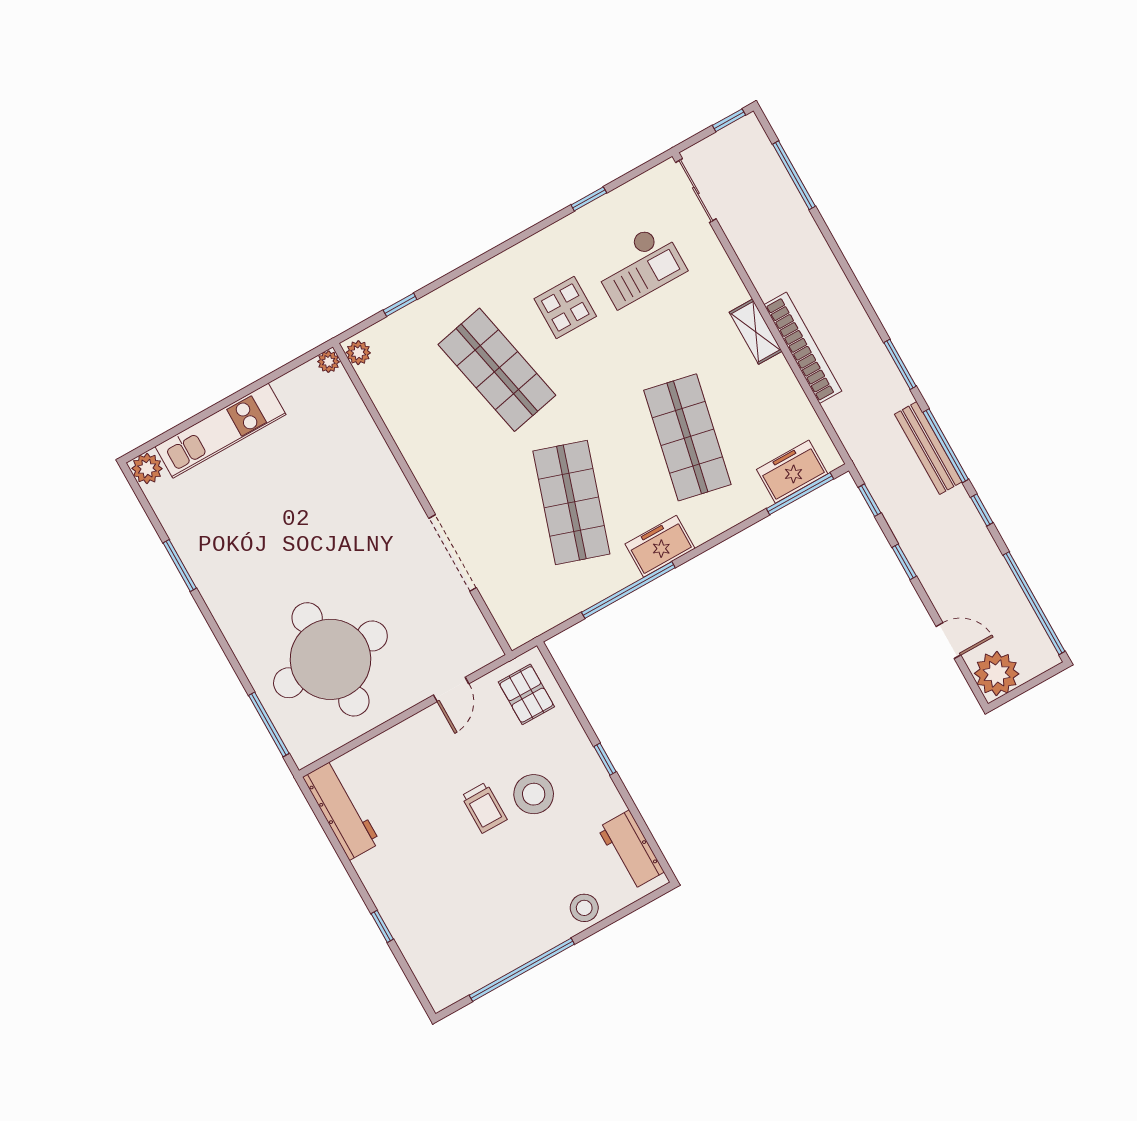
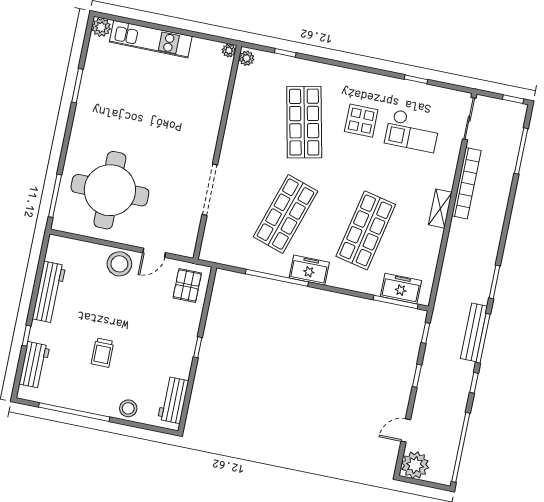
bookcase: (803, 348) -> (466, 183), moved
door: (948, 641) -> (406, 430), swing flipped
stool: (534, 794) -> (119, 264), moved
trolley: (484, 808) -> (103, 353), moved
workbench: (342, 810) -> (49, 292), moved
workbench: (423, 954) -> (34, 365), added

